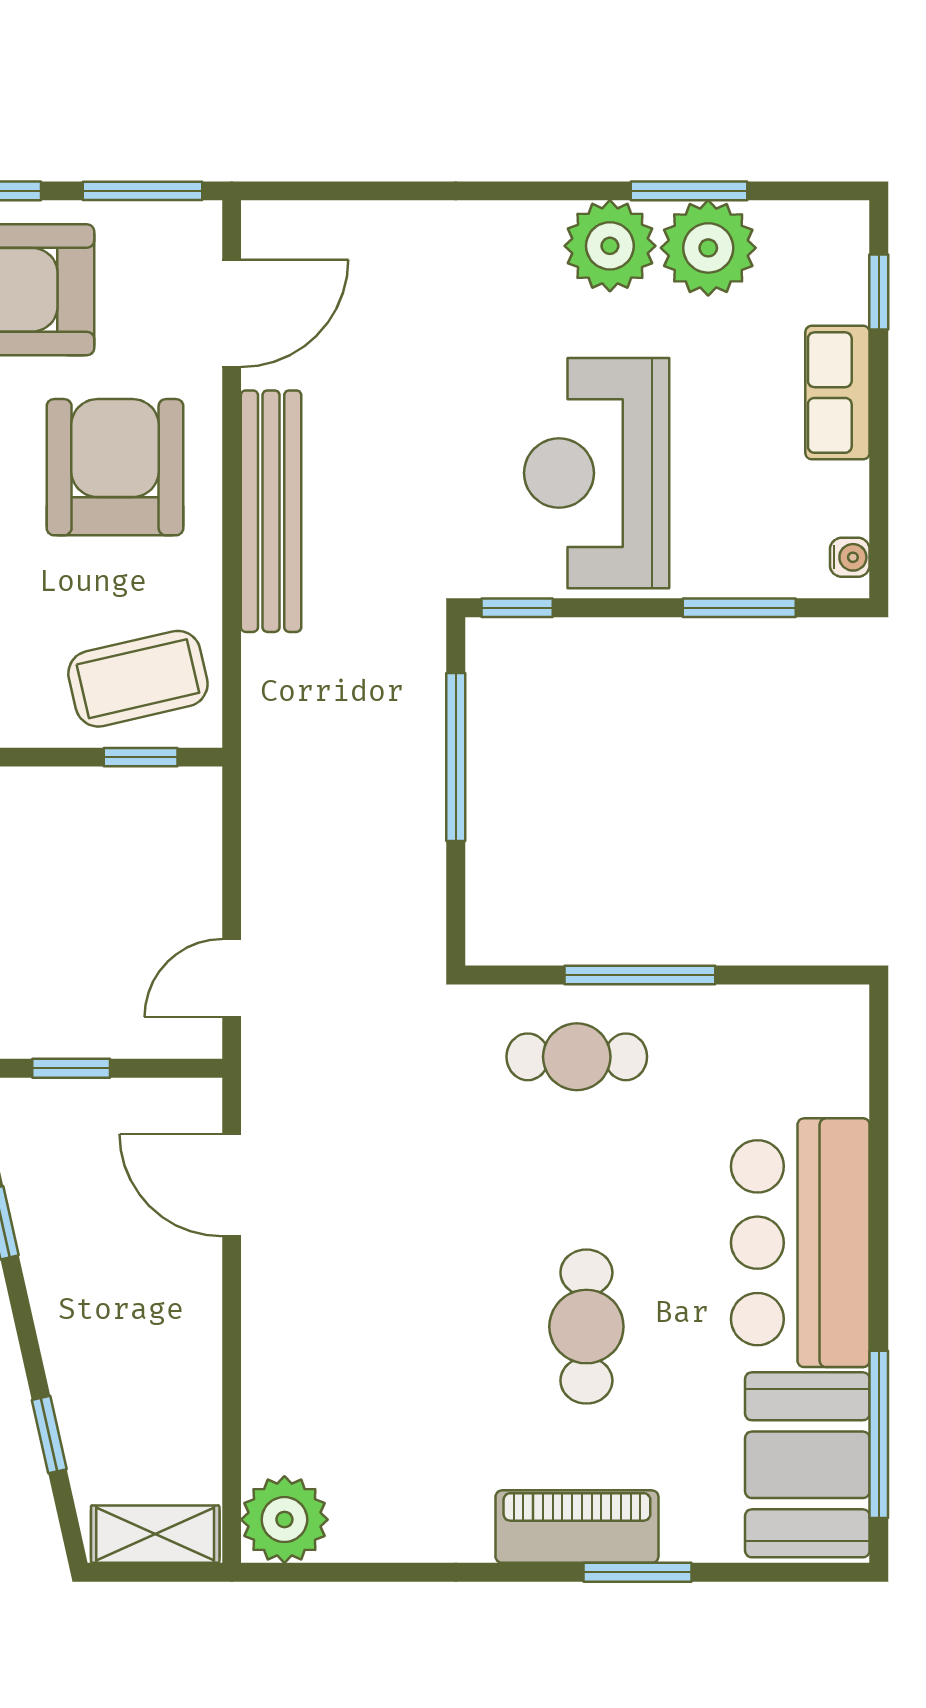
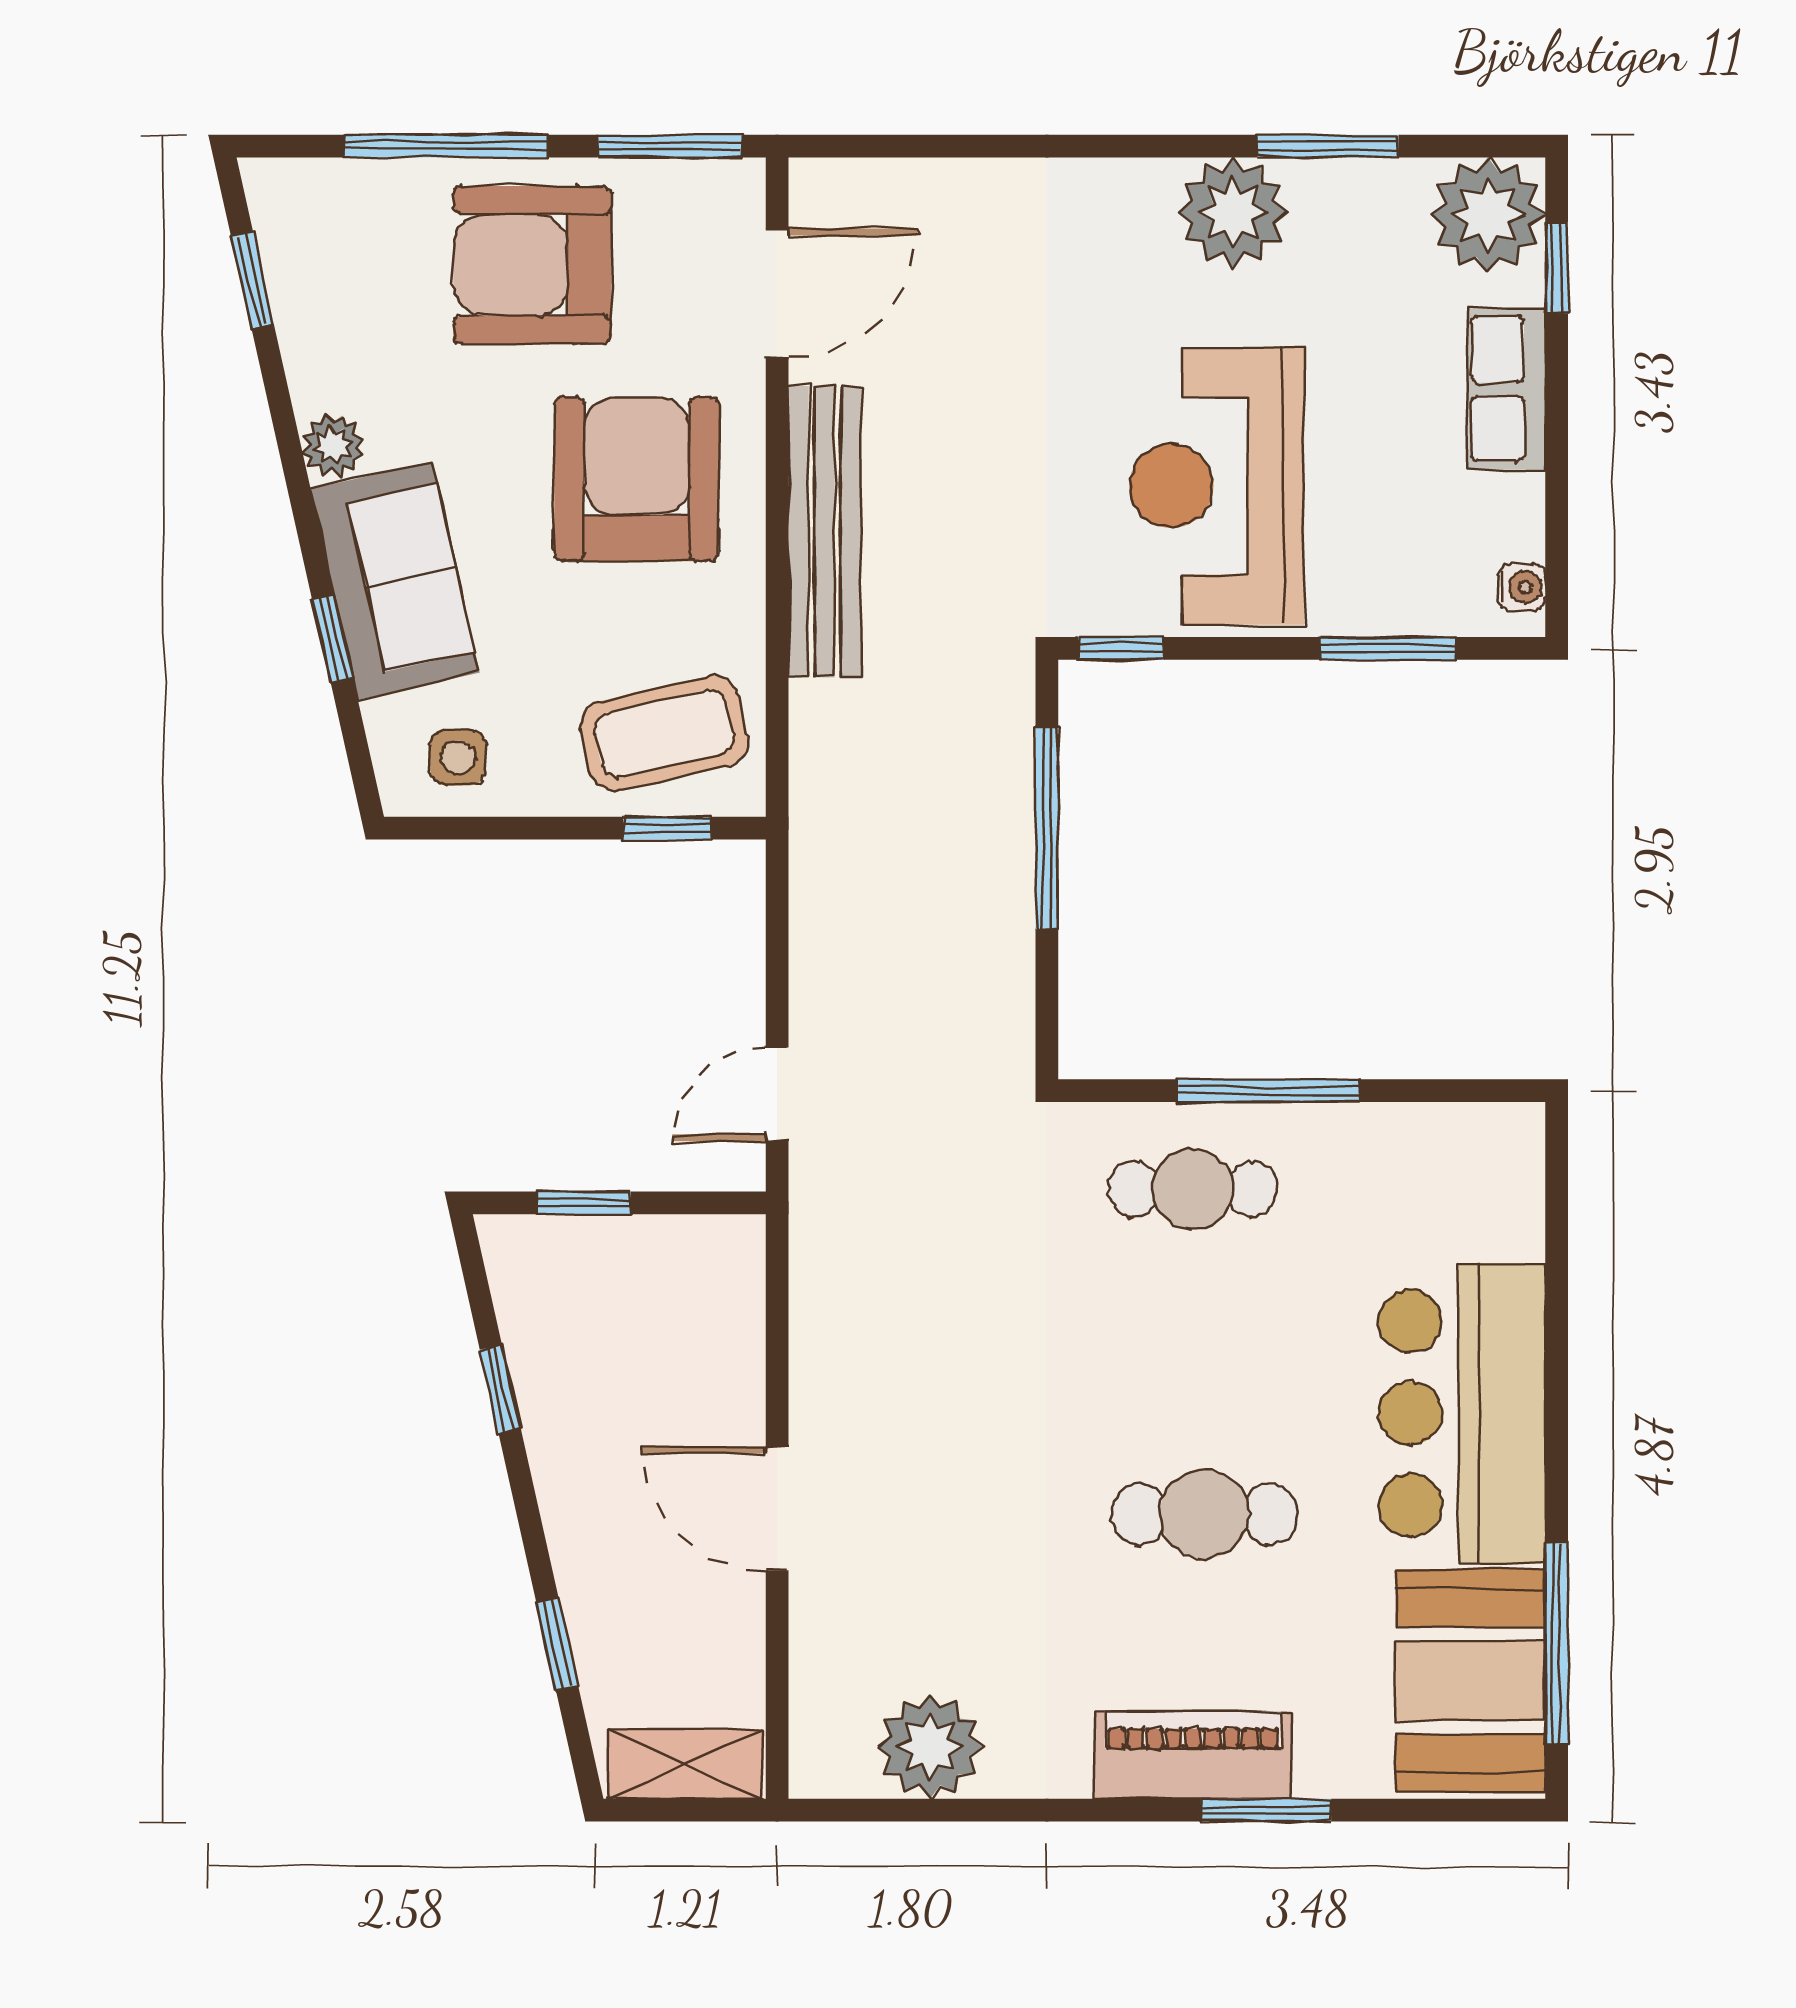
plant: (708, 248) -> (1488, 215), moved
door: (232, 1185) -> (777, 1508), moved
cafe table: (586, 1327) -> (1204, 1514), turned 90
plant: (284, 1520) -> (930, 1747), moved

